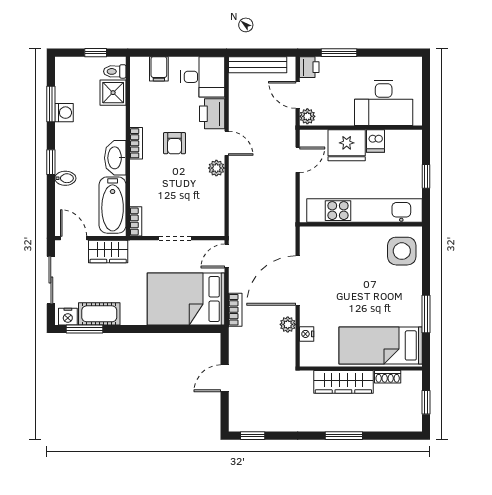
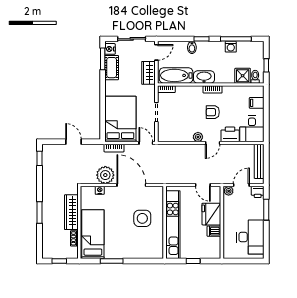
desk: (384, 103) -> (250, 237), moved, turned 180
window: (51, 104) -> (236, 39), width x1.44
side table: (402, 251) -> (142, 218), moved
plant: (288, 324) -> (105, 175), width x1.88, depth x1.88

